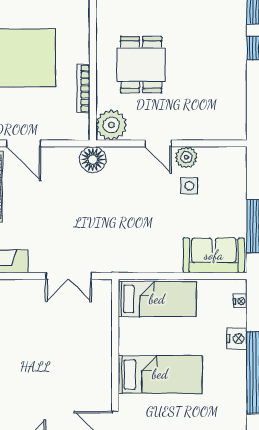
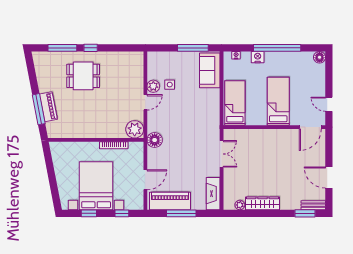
dining table: (141, 65) -> (83, 76), moved

